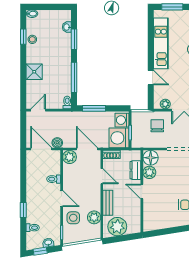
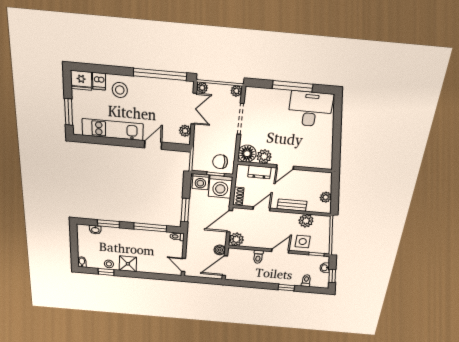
shower: (34, 72) -> (128, 264), moved
chair: (157, 126) -> (220, 162), moved
plant: (117, 227) -> (326, 197), width x0.53, depth x0.53

